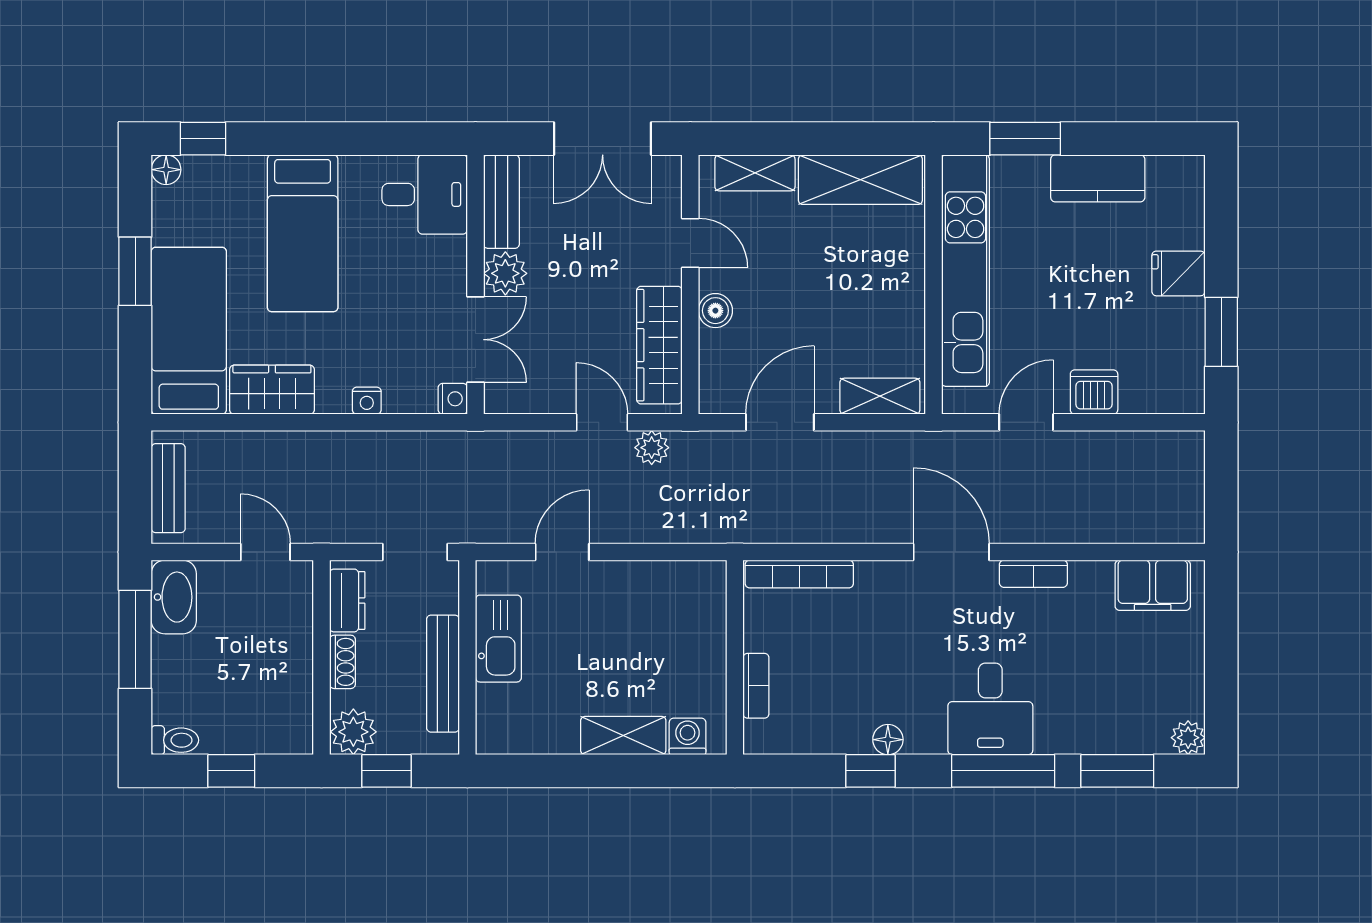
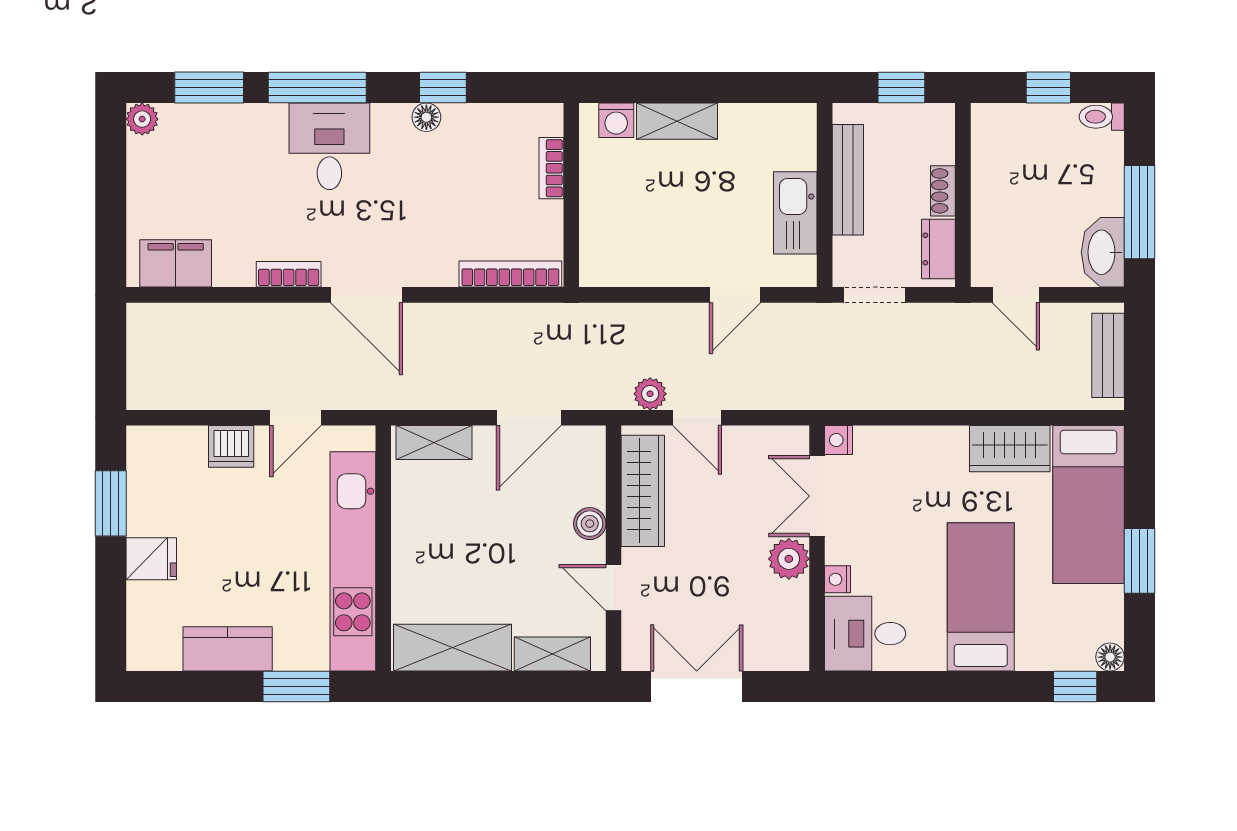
bench: (501, 202) -> (792, 627), removed
nightstand: (367, 401) -> (838, 579), moved, turned -90
plant: (353, 732) -> (933, 125), removed

